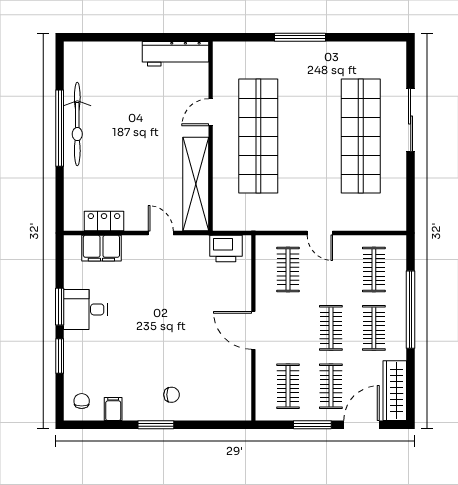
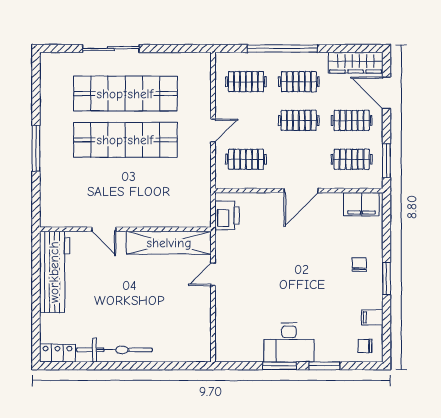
workbench: (176, 54) -> (54, 272), width x1.36, depth x1.32
window: (60, 128) -> (118, 366), removed
shop shelf: (258, 136) -> (125, 140), moved
locker: (104, 221) -> (57, 353), moved, turned 90
filing cabinet: (101, 248) -> (362, 204), moved, turned 90
desk: (85, 309) -> (289, 342), width x1.37
window: (312, 425) -> (386, 161), moved

